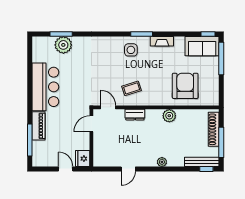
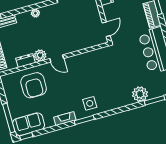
plant: (63, 45) -> (140, 94), moved
coffee table: (132, 88) -> (80, 70), removed
door: (108, 107) -> (57, 59), moved
dresser: (135, 115) -> (25, 60), moved

